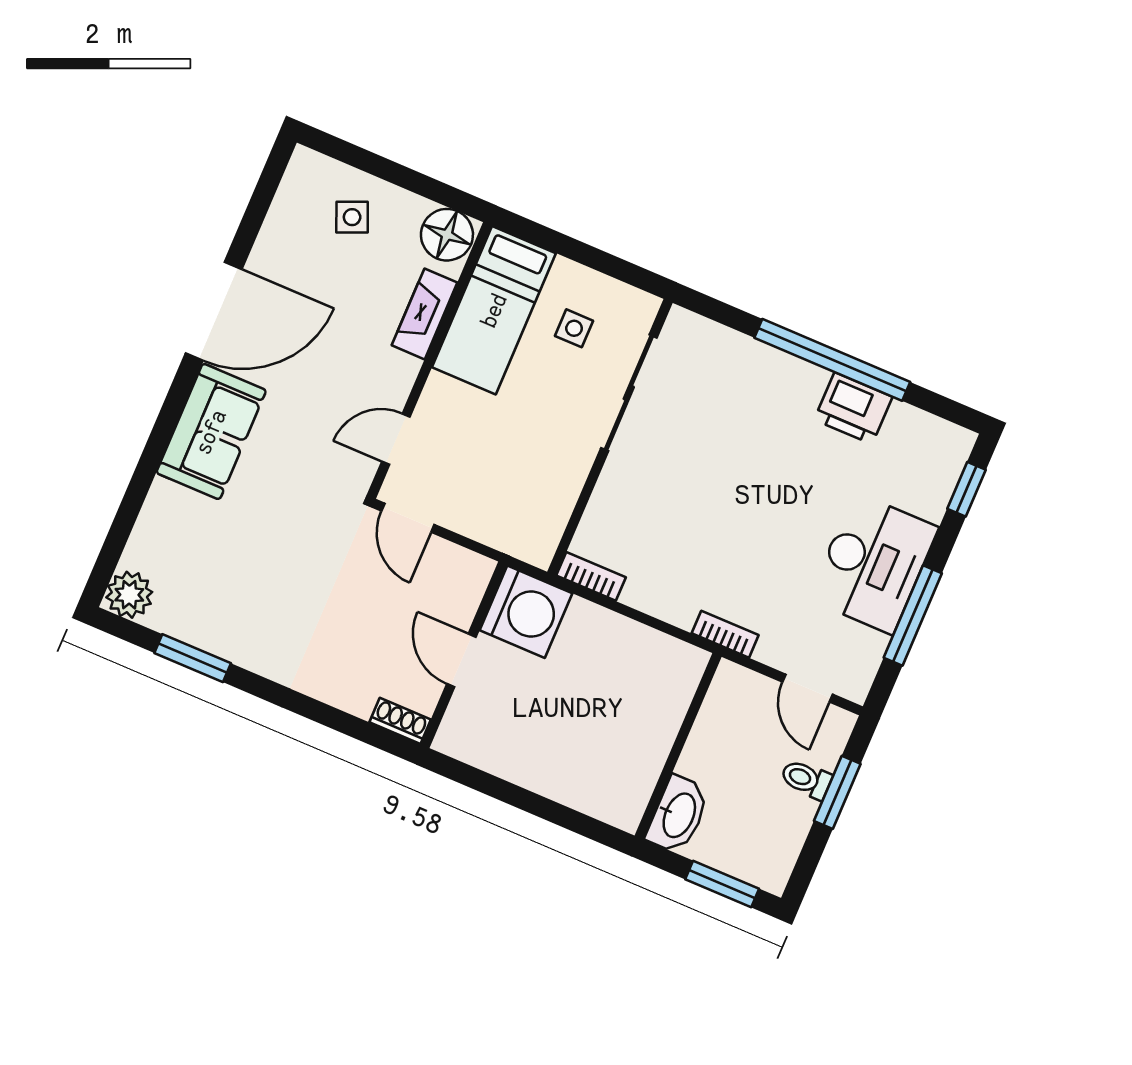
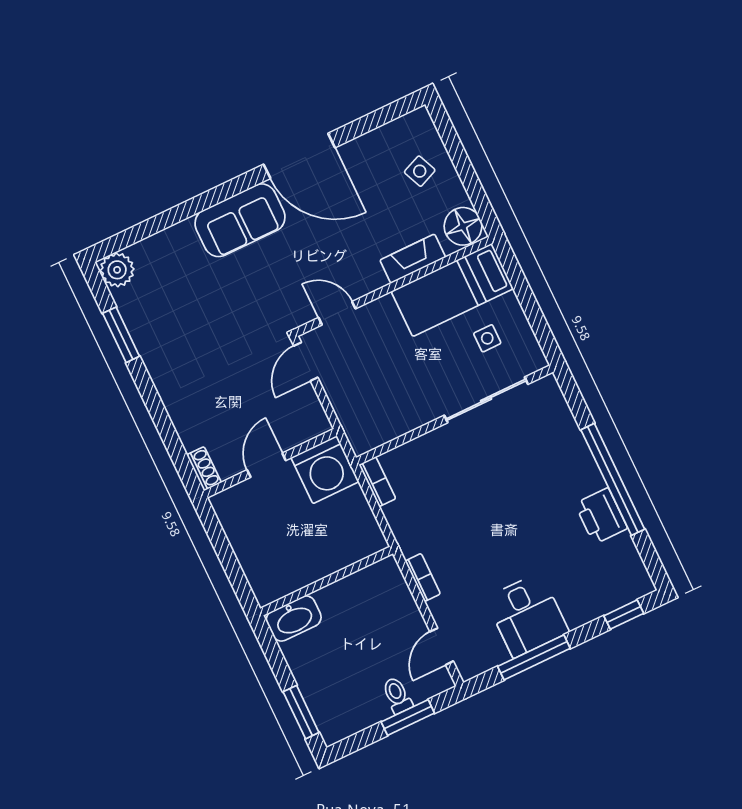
desk: (873, 563) -> (527, 615), width x0.73
wall: (678, 746) -> (327, 581), moved
washbasin: (678, 815) -> (294, 618), moved

